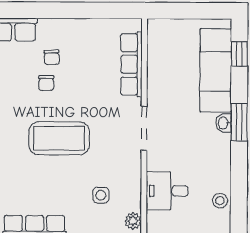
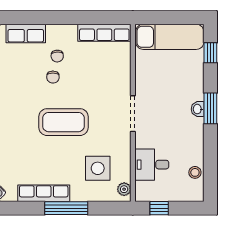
row of seats: (131, 64) -> (104, 33), moved, turned -90
exam couch: (216, 70) -> (170, 37), moved, turned -90
side table: (101, 195) -> (98, 168), width x1.87, depth x1.87

